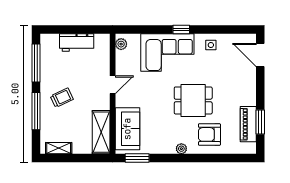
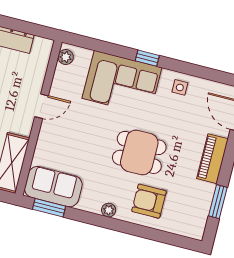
piano: (248, 124) -> (212, 159), moved
sofa: (127, 129) -> (53, 187), moved, turned -90

